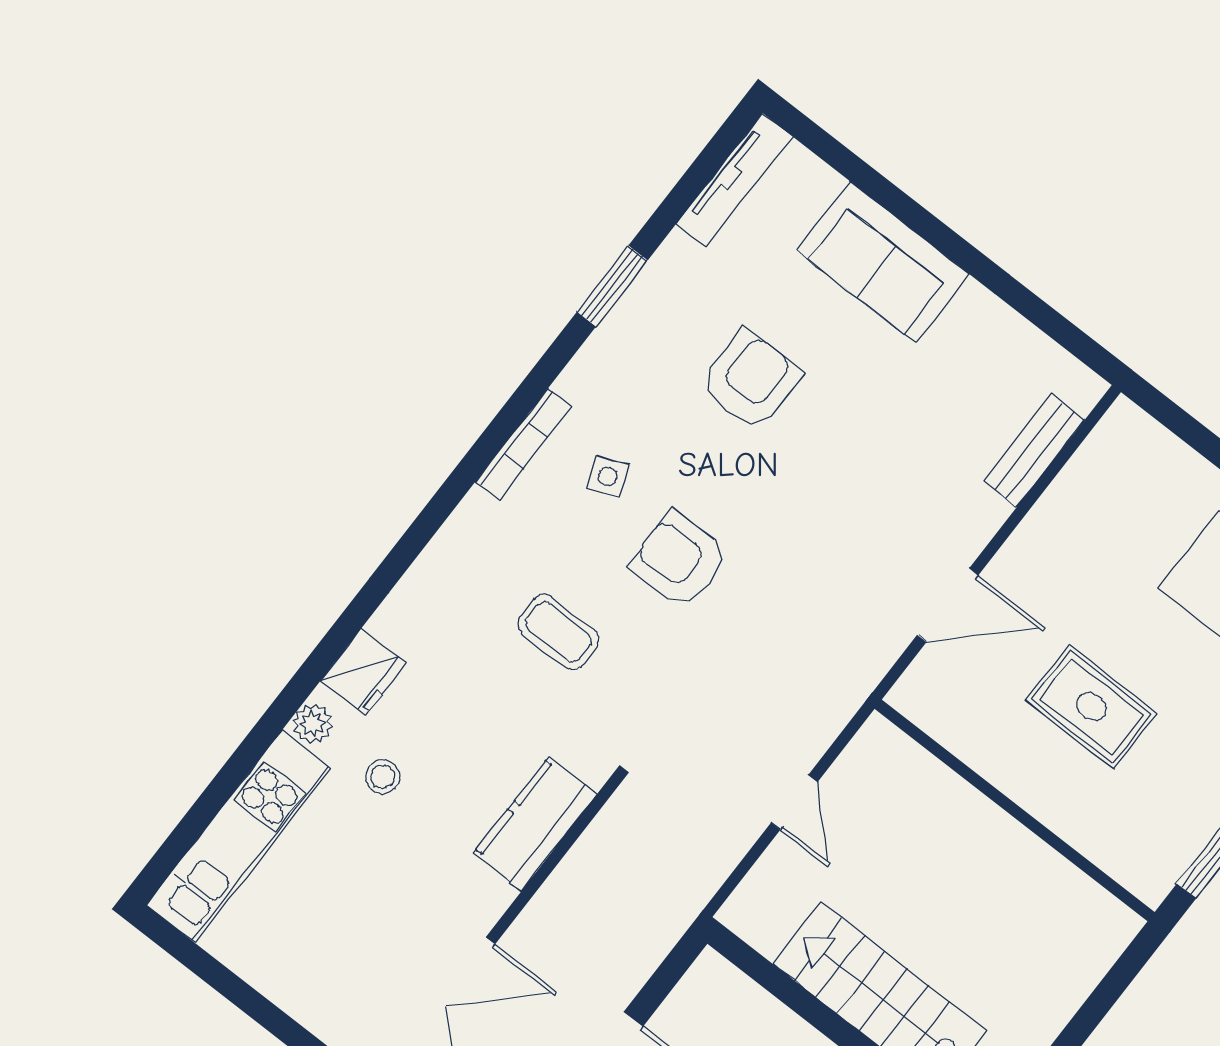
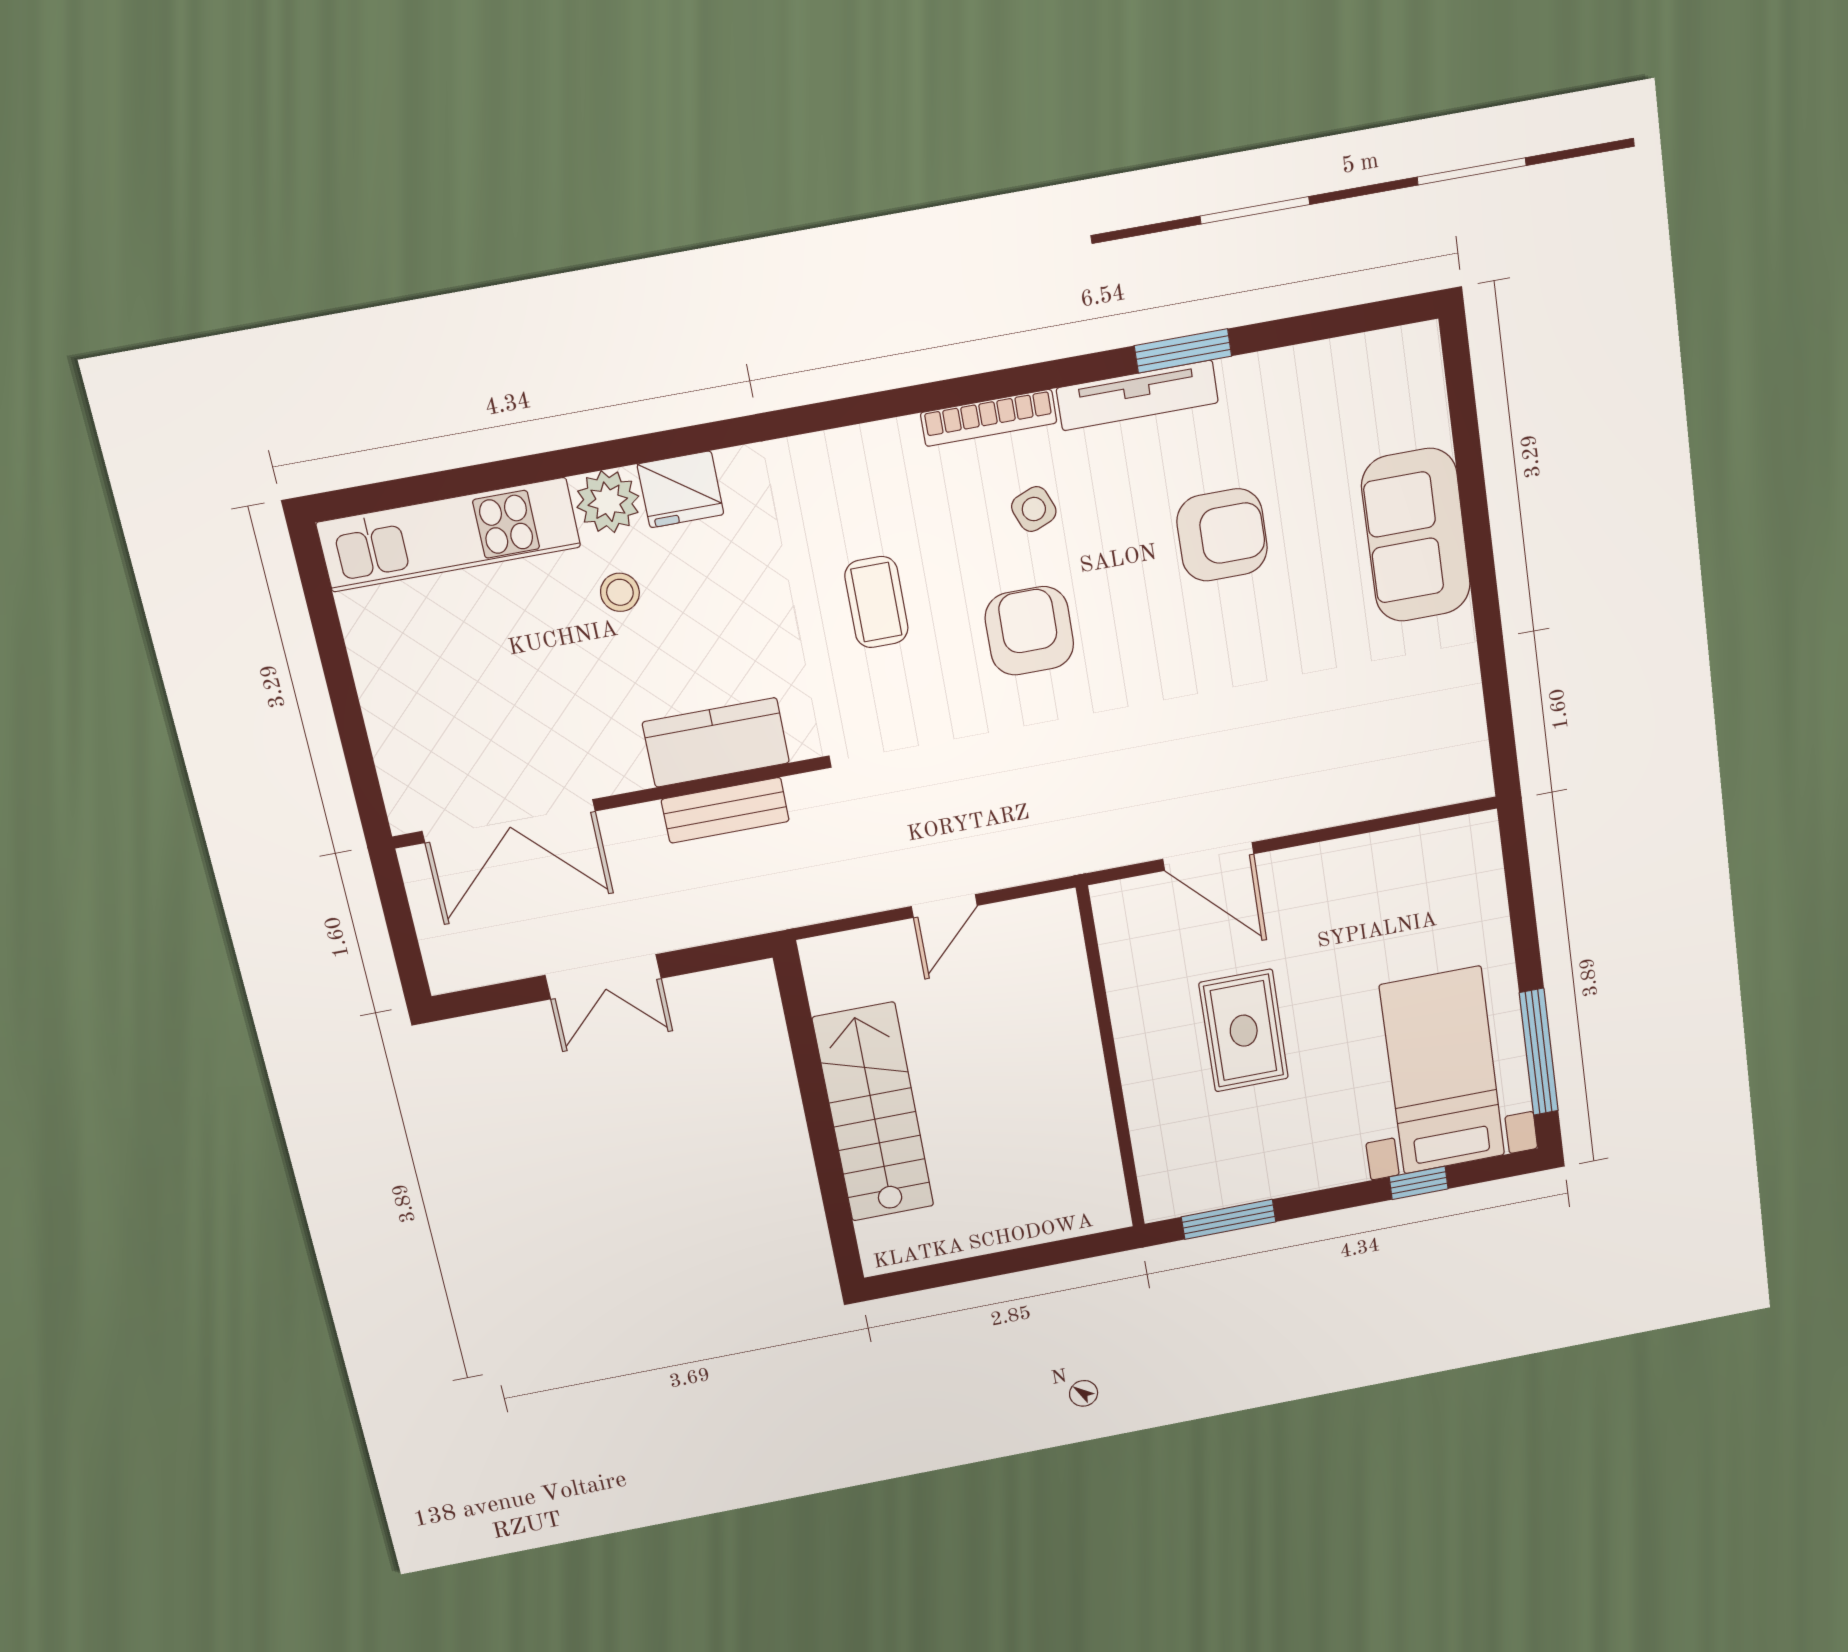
tv unit: (734, 180) -> (1137, 395), moved
bench: (1034, 450) -> (725, 810), moved
plant: (312, 724) -> (608, 502), width x1.38, depth x1.38

